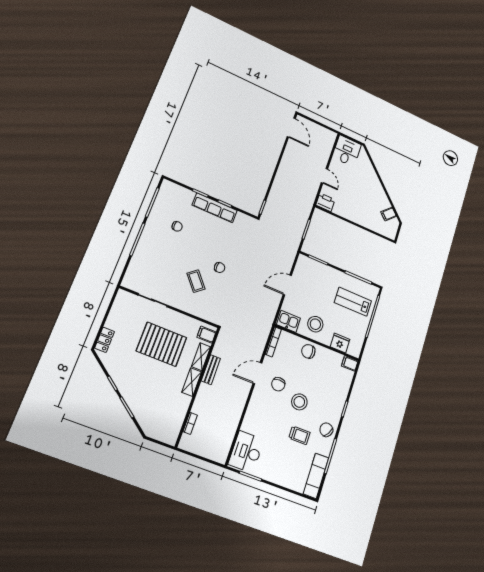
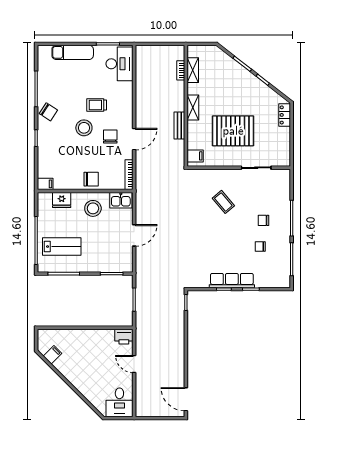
chair: (220, 268) -> (263, 220), moved
shelving: (201, 357) -> (193, 70), moved
trolley: (299, 435) -> (97, 105), moved
exam couch: (316, 476) -> (73, 52), moved, turned 90

